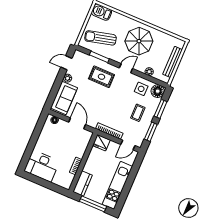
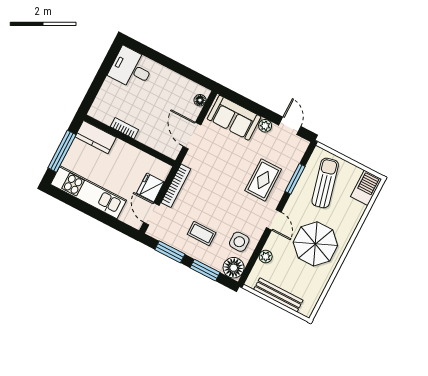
door: (77, 123) -> (192, 136), swing flipped
fridge: (101, 143) -> (150, 187), moved
desk: (42, 166) -> (131, 69), width x0.73

